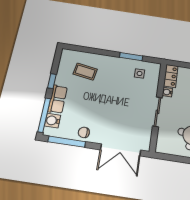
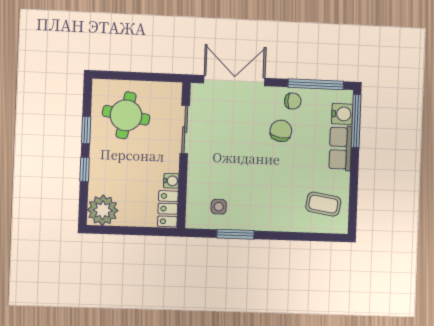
coffee table: (85, 72) -> (323, 204), moved
window: (52, 81) -> (354, 176), removed
sliding door: (157, 112) -> (185, 130), moved
chair: (94, 114) -> (281, 131), added

